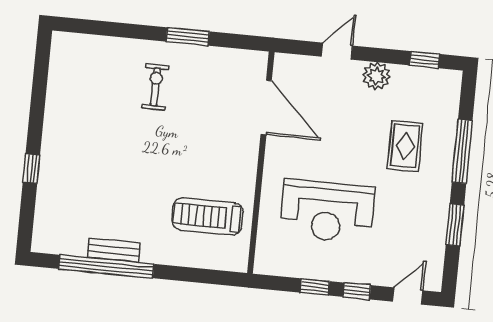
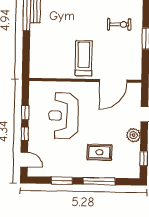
treadmill: (208, 216) -> (84, 58), moved

